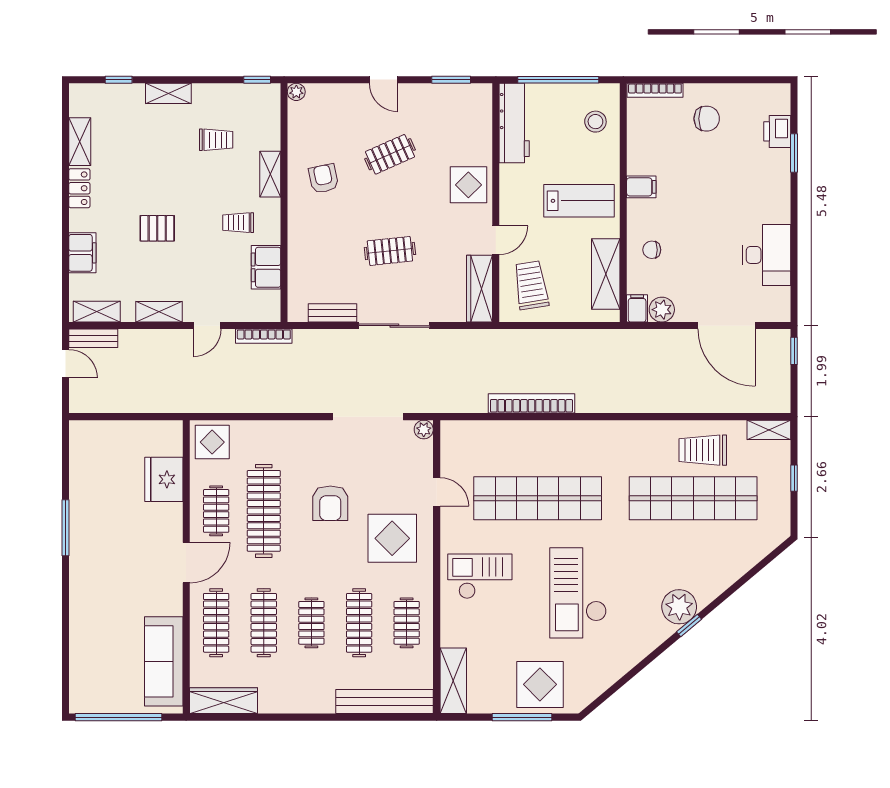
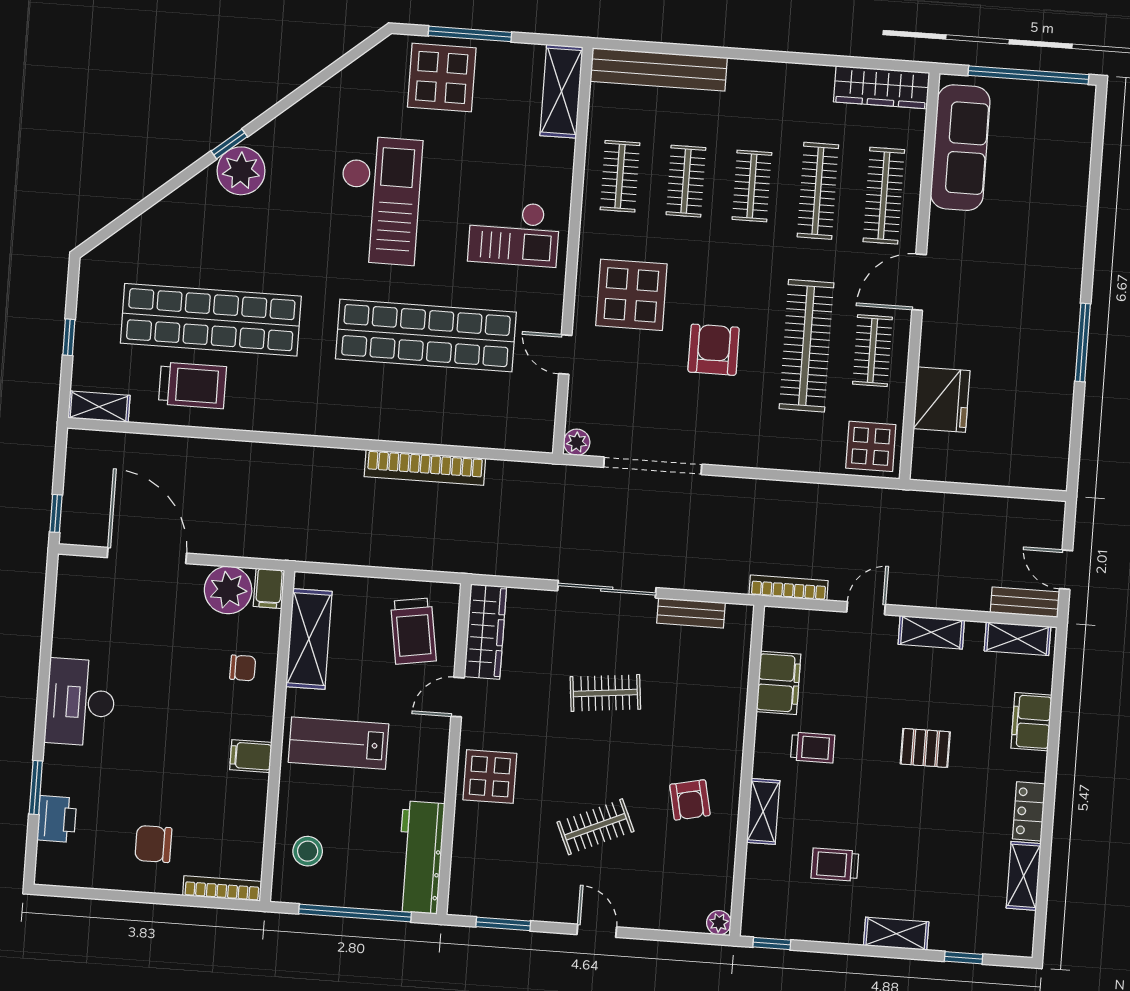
desk: (767, 255) -> (80, 702), moved
plant: (662, 310) -> (228, 590), width x1.36, depth x1.36
clothes rail: (359, 623) -> (686, 181), width x0.73

